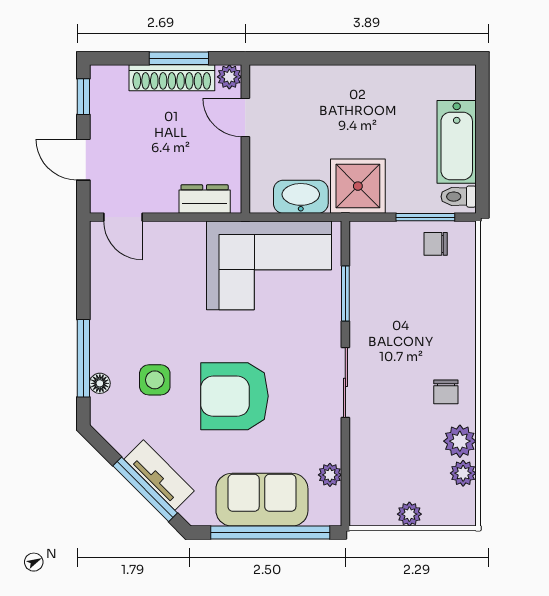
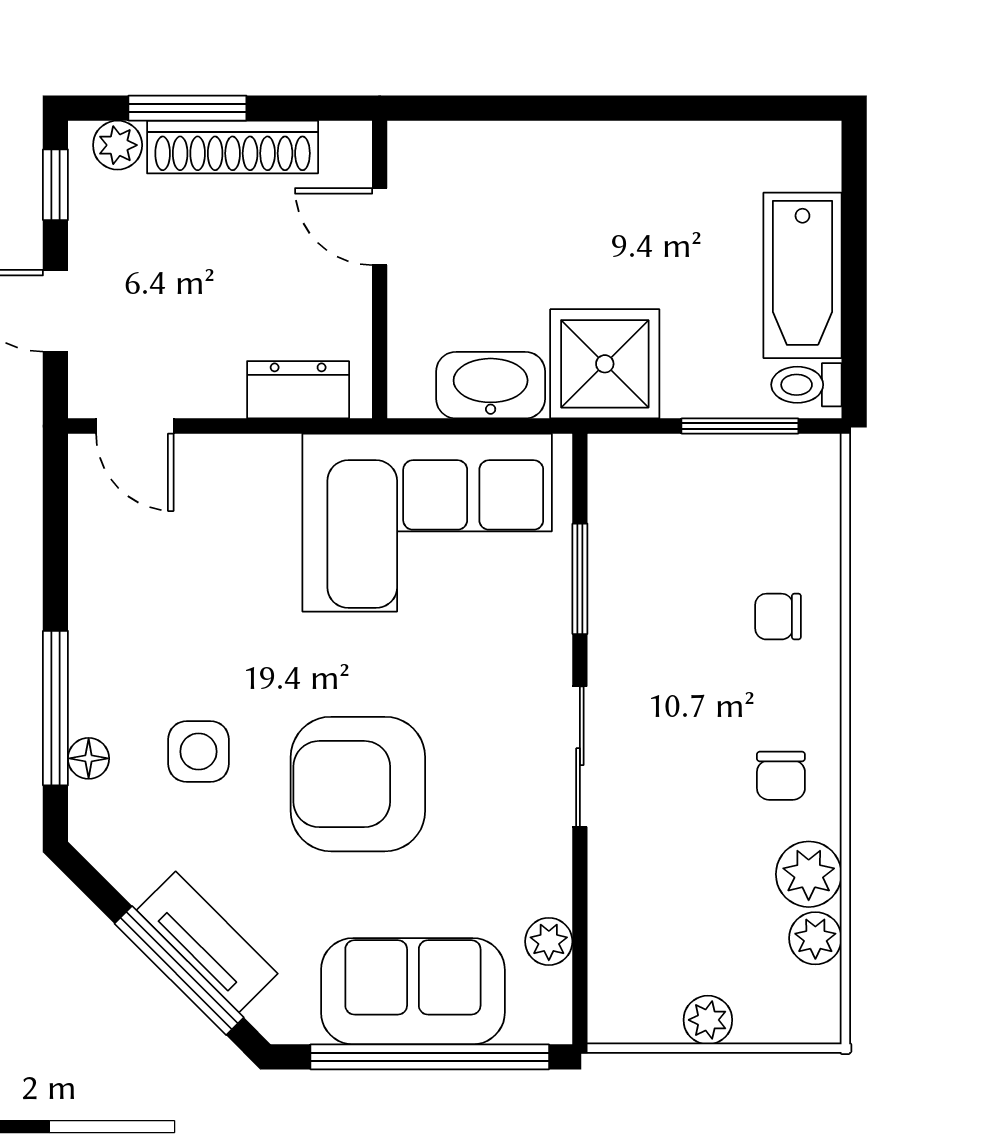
window: (179, 58) -> (187, 108), moved
plant: (229, 77) -> (118, 145), moved
chair: (436, 244) -> (778, 617), moved

